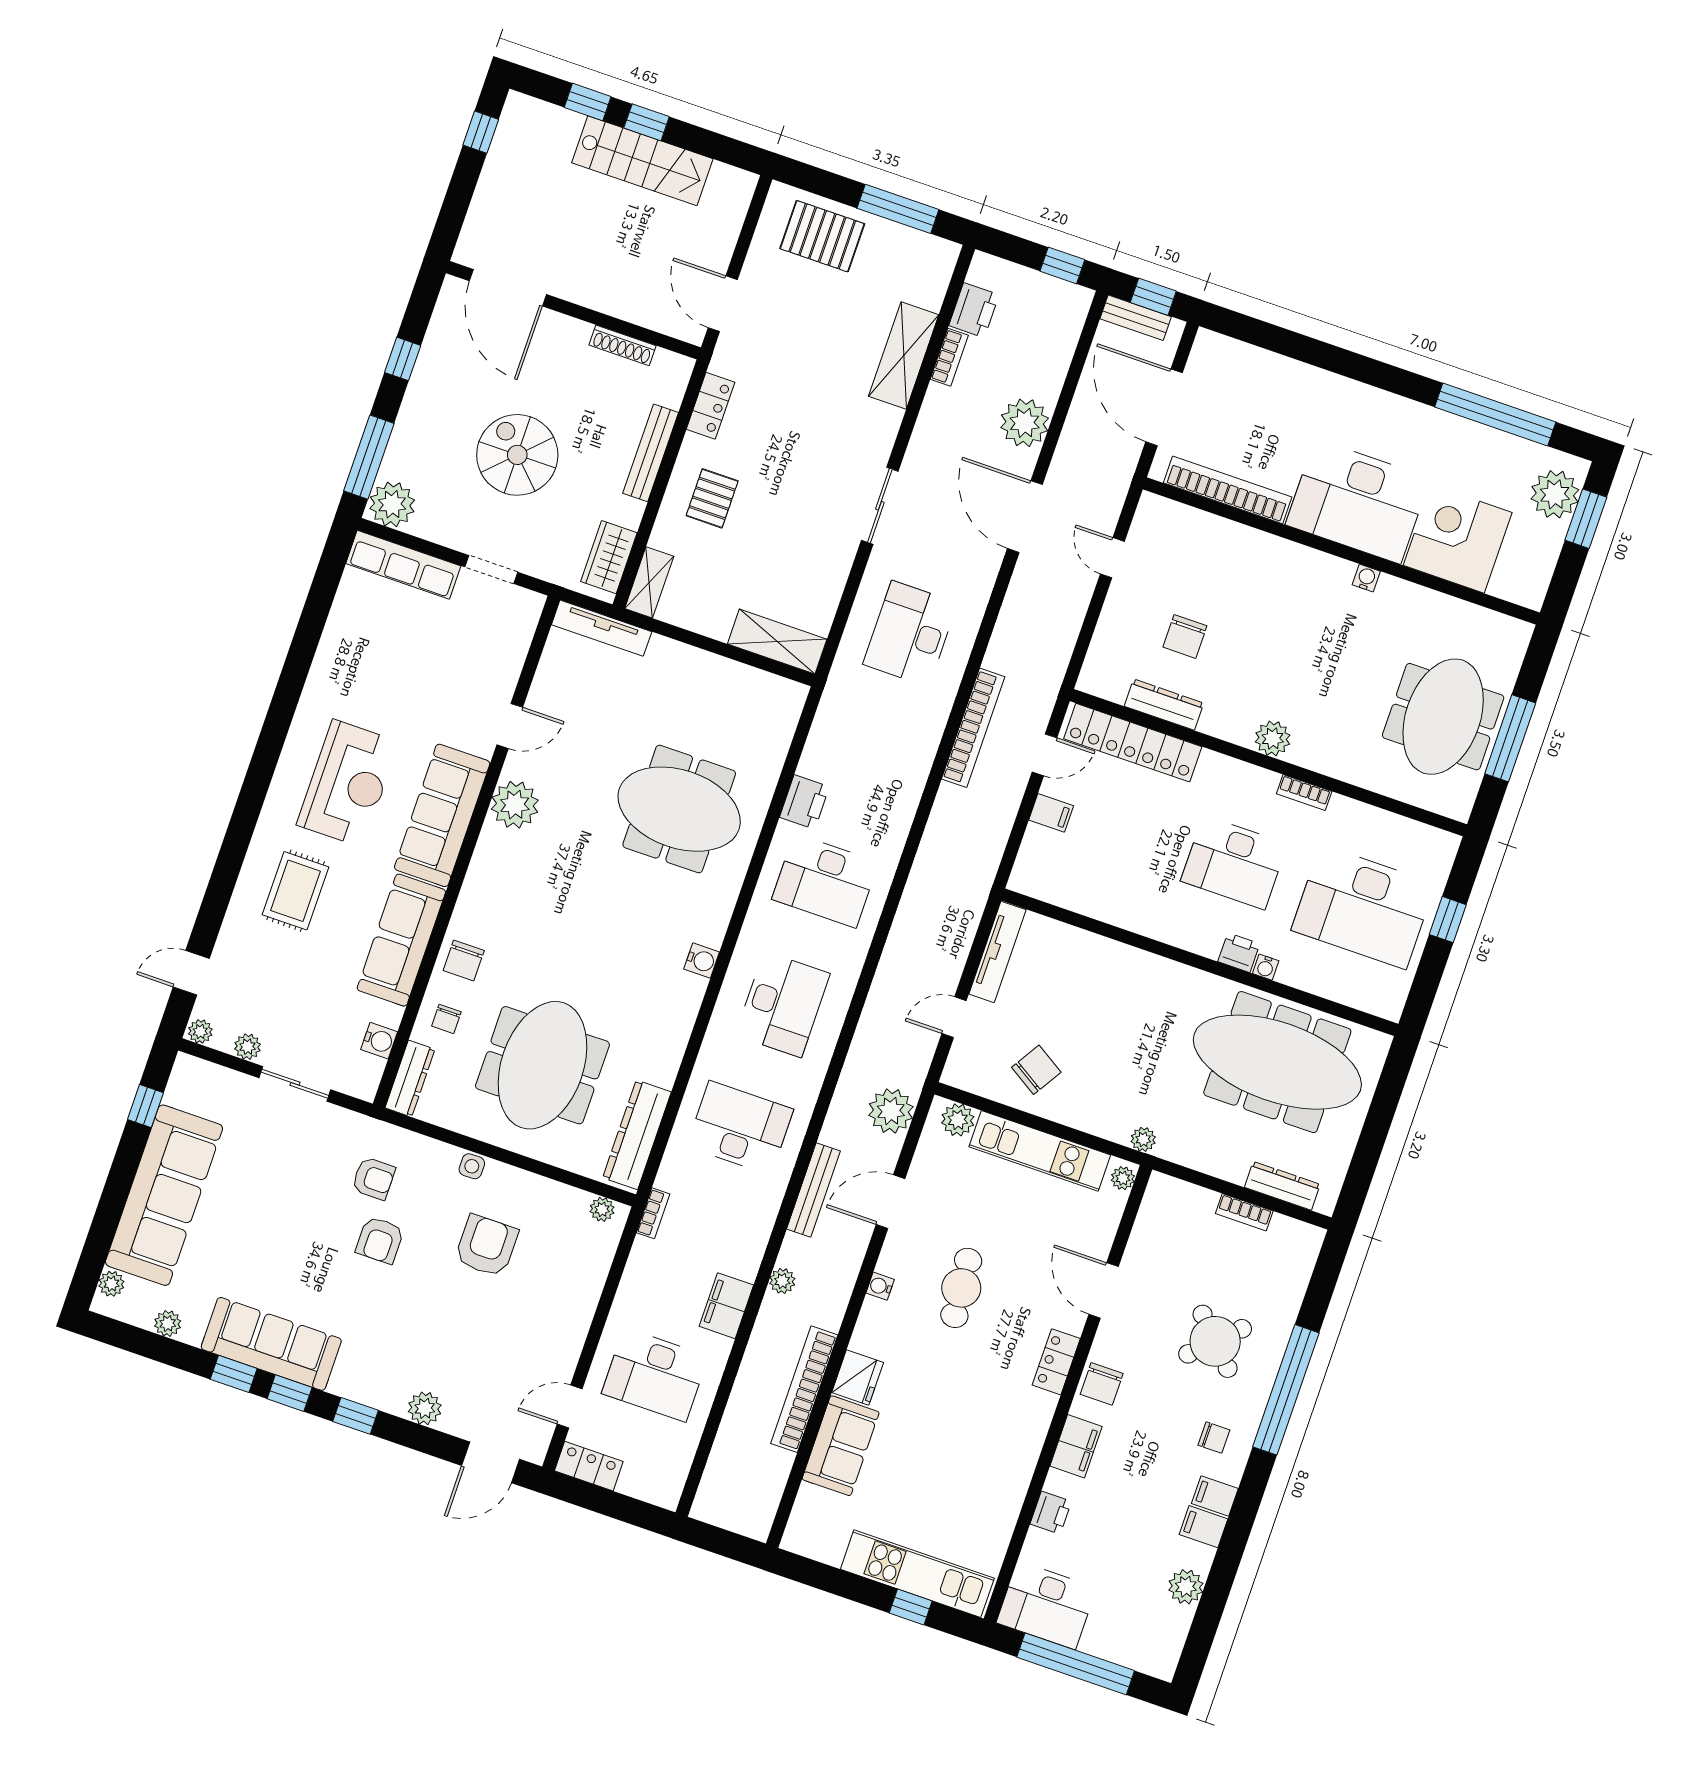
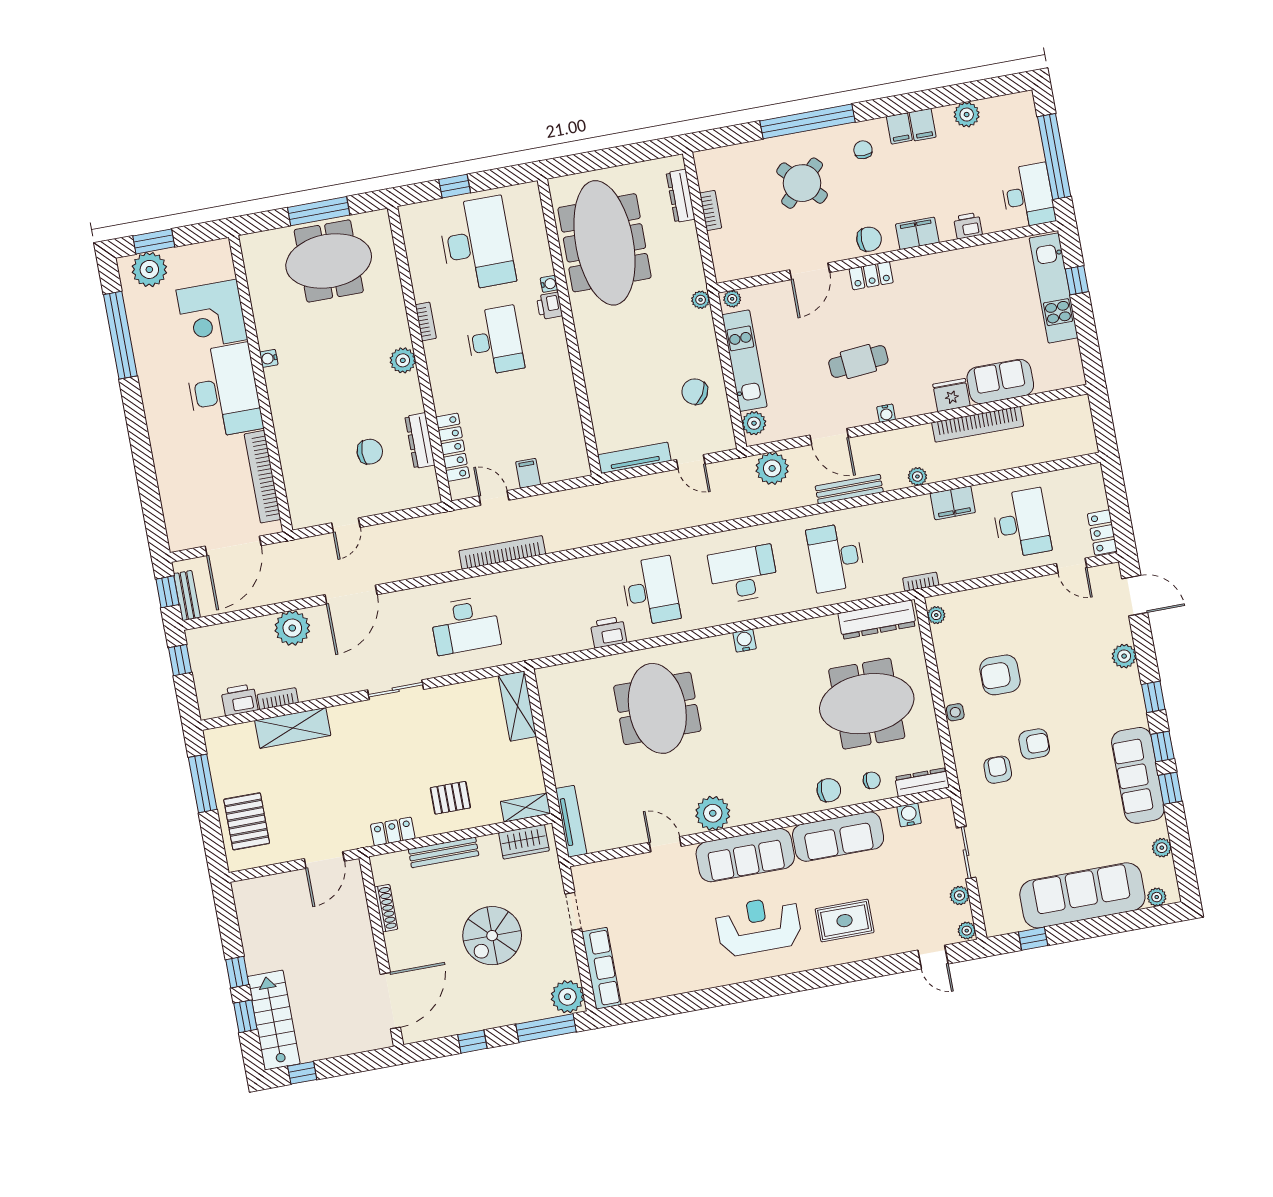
stairs: (642, 161) -> (274, 1020), moved
locker: (1133, 743) -> (453, 447), width x0.71, depth x0.83

